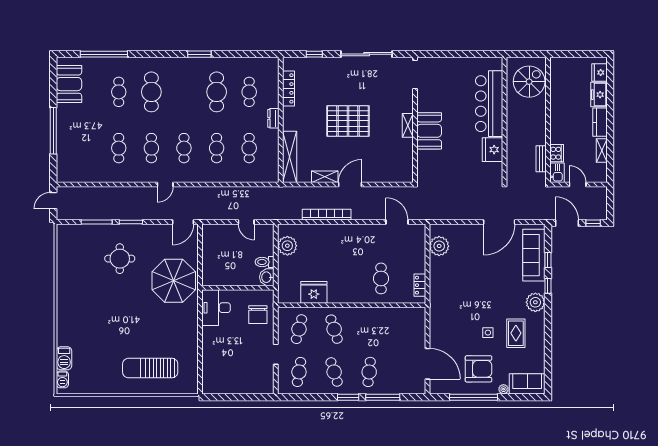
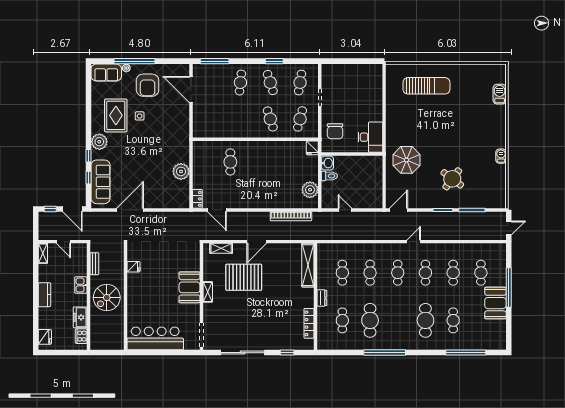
window: (199, 54) -> (385, 353), width x2.11
spiral stairs: (529, 82) -> (107, 298), moved
booth: (69, 84) -> (495, 303), moved
freezer: (599, 95) -> (80, 317), moved, turned 180
bar counter: (489, 104) -> (155, 338), moved, turned -90
pallet: (348, 121) -> (244, 277), moved
cafe table: (86, 148) -> (481, 273), added
fridge: (493, 150) -> (133, 267), width x0.53, depth x0.75
shelving: (602, 150) -> (43, 253), moved
cooker: (557, 153) -> (81, 336), moved
kitchen sink: (557, 173) -> (81, 285), moved
shelving: (325, 177) -> (221, 248), moved
bookcase: (327, 215) -> (291, 216), moved
plant: (439, 246) -> (181, 171), moved
round table: (120, 259) -> (452, 179), turned 37
parasol: (174, 281) -> (407, 160), width x0.73, depth x0.73
locker: (420, 285) -> (197, 199), moved
fridge: (314, 292) -> (312, 148), moved, width x0.53, depth x0.75
chair: (258, 315) -> (335, 131), turned 180
rug: (516, 333) -> (116, 115), width x1.36, depth x1.43
armchair: (479, 369) -> (148, 85), turned -90
barbecue: (62, 379) -> (501, 156), moved
window: (348, 397) -> (274, 61), moved
window: (383, 397) -> (215, 61), moved
window: (474, 397) -> (135, 61), moved

